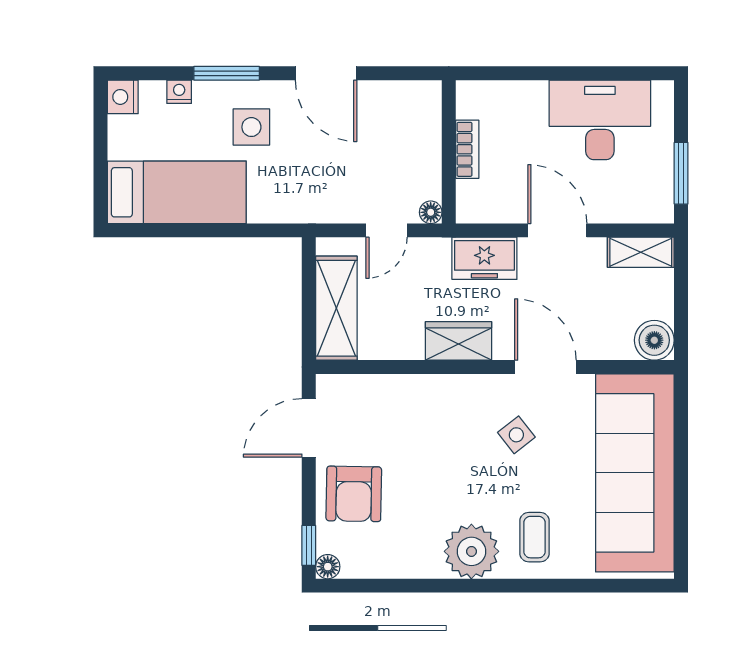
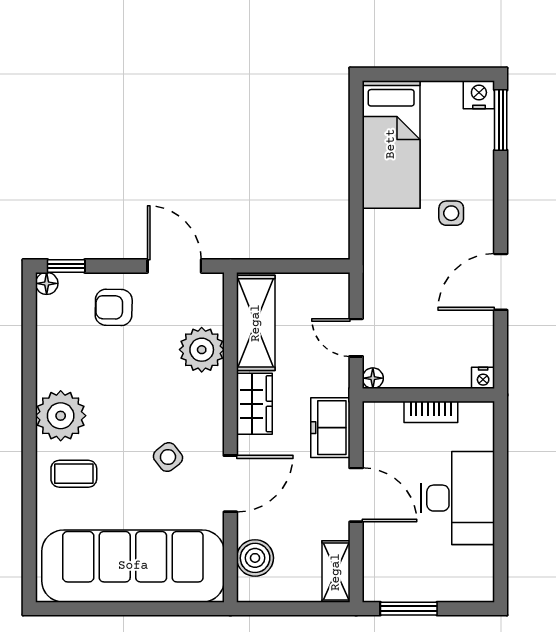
window: (227, 73) -> (501, 120), moved
nightstand: (179, 92) -> (483, 378), moved, turned 90
desk: (600, 120) -> (458, 498), moved
side table: (251, 127) -> (451, 213), width x0.73, depth x0.73
door: (557, 230) -> (356, 495), hinge flipped
shelving: (336, 308) -> (256, 323), moved, turned 90
boiler: (654, 340) -> (255, 558), moved
plant: (400, 398) -> (202, 350), added
armchair: (354, 494) -> (114, 307), width x0.72, depth x0.72

